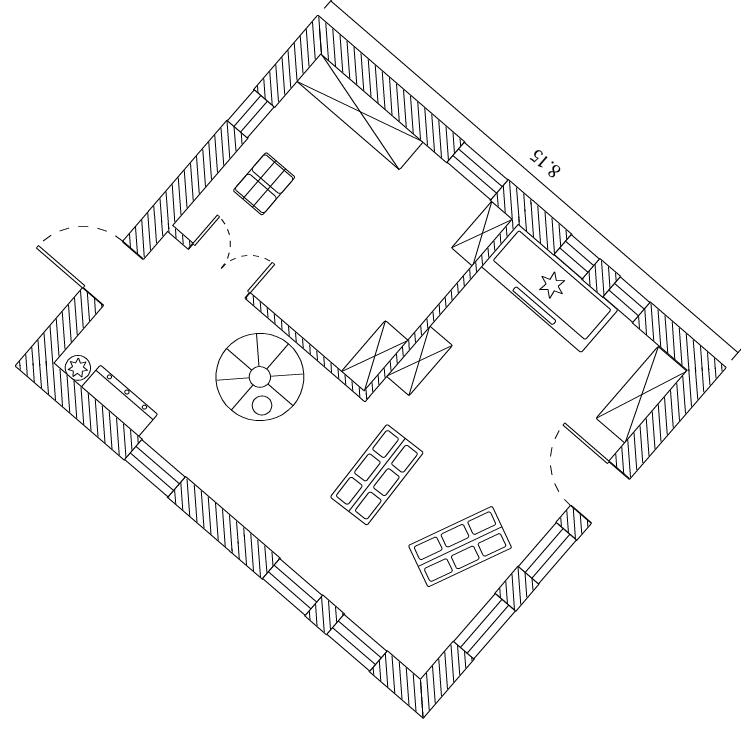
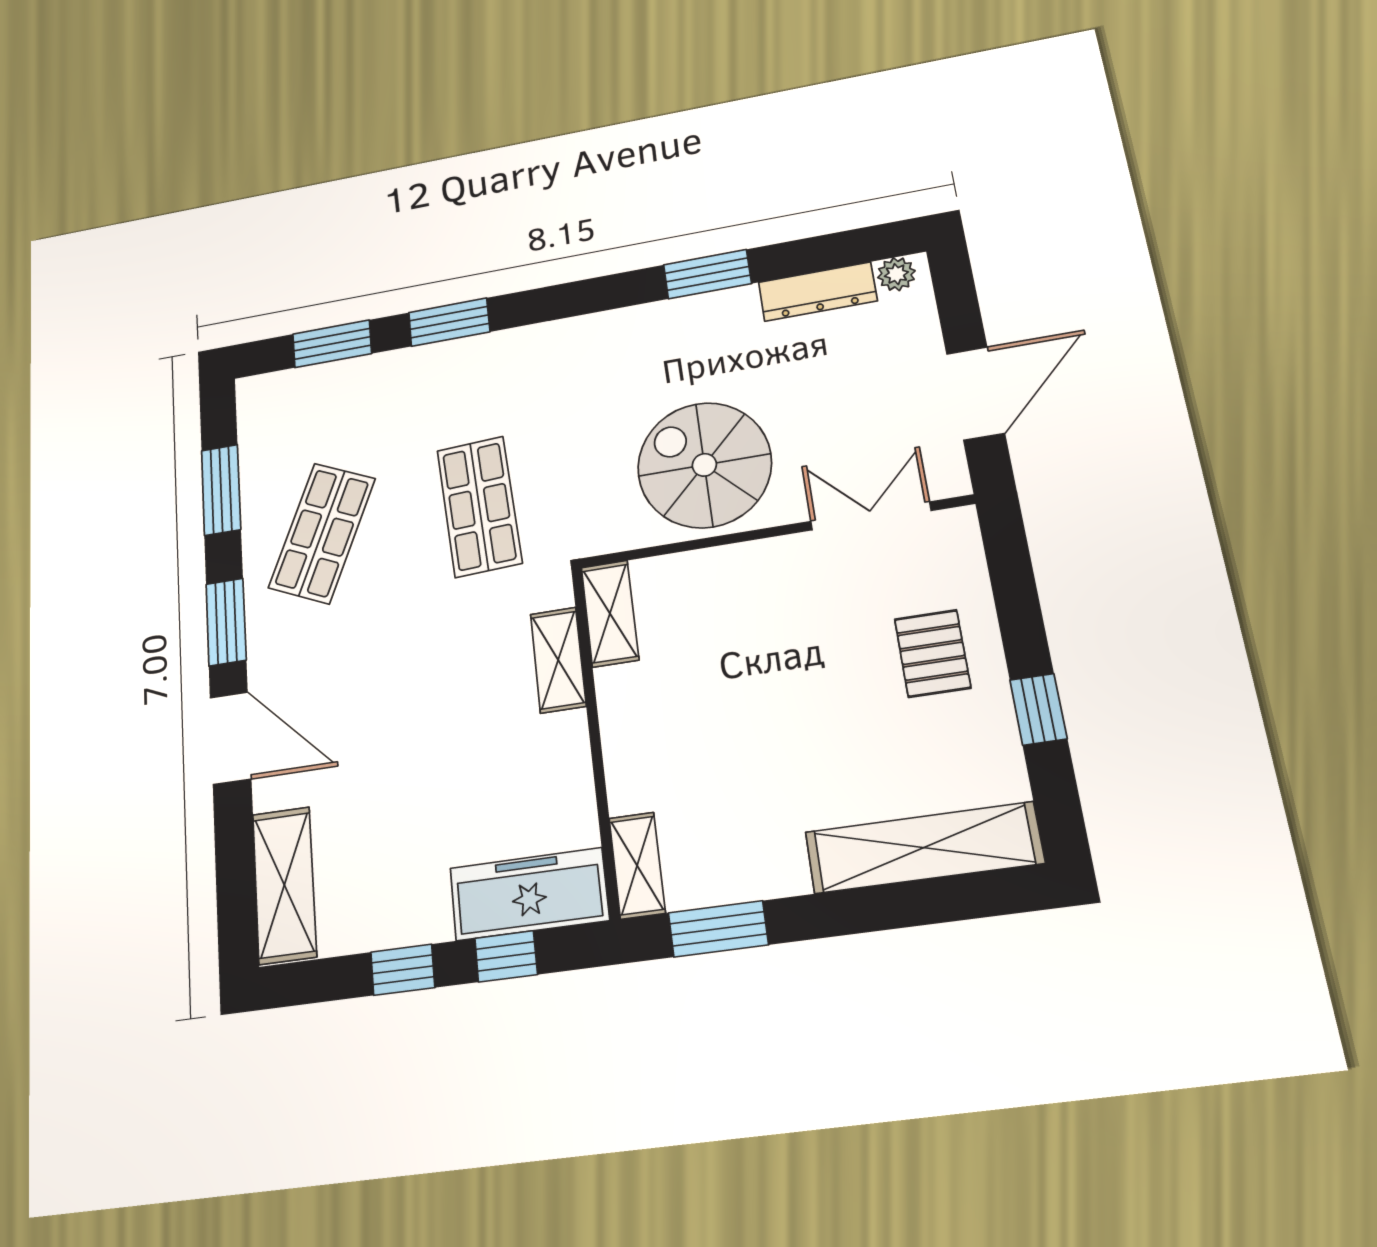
double door: (219, 271) -> (871, 516), swing flipped
freezer: (550, 288) -> (529, 894), width x0.73, depth x0.79

